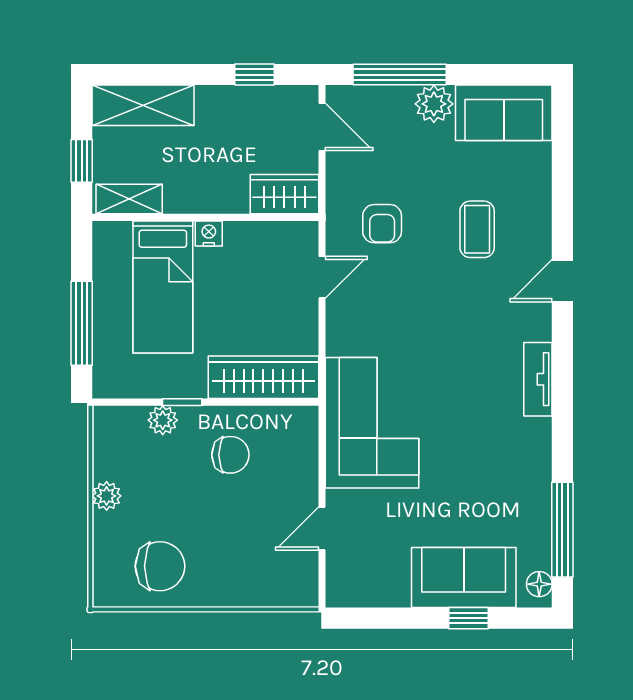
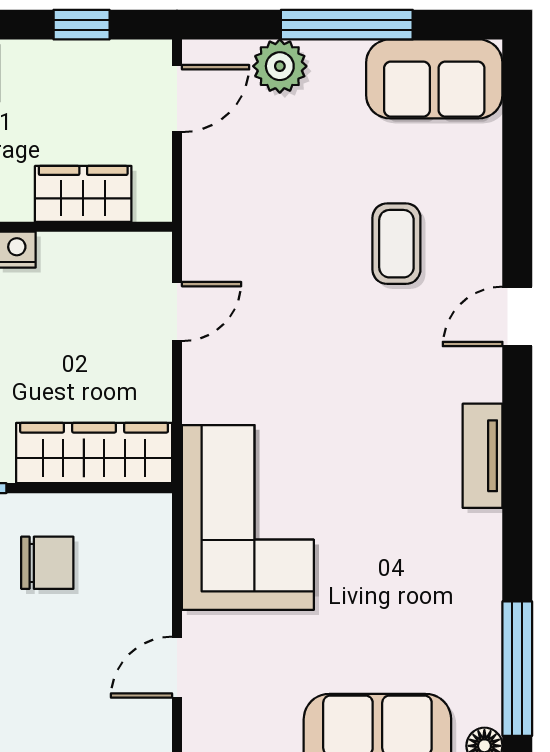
window: (400, 75) -> (347, 25), moved
plant: (434, 104) -> (280, 66), moved
door: (322, 127) -> (177, 99), hinge flipped
wardrobe: (284, 194) -> (83, 194), moved
armchair: (382, 224) -> (262, 236), removed

